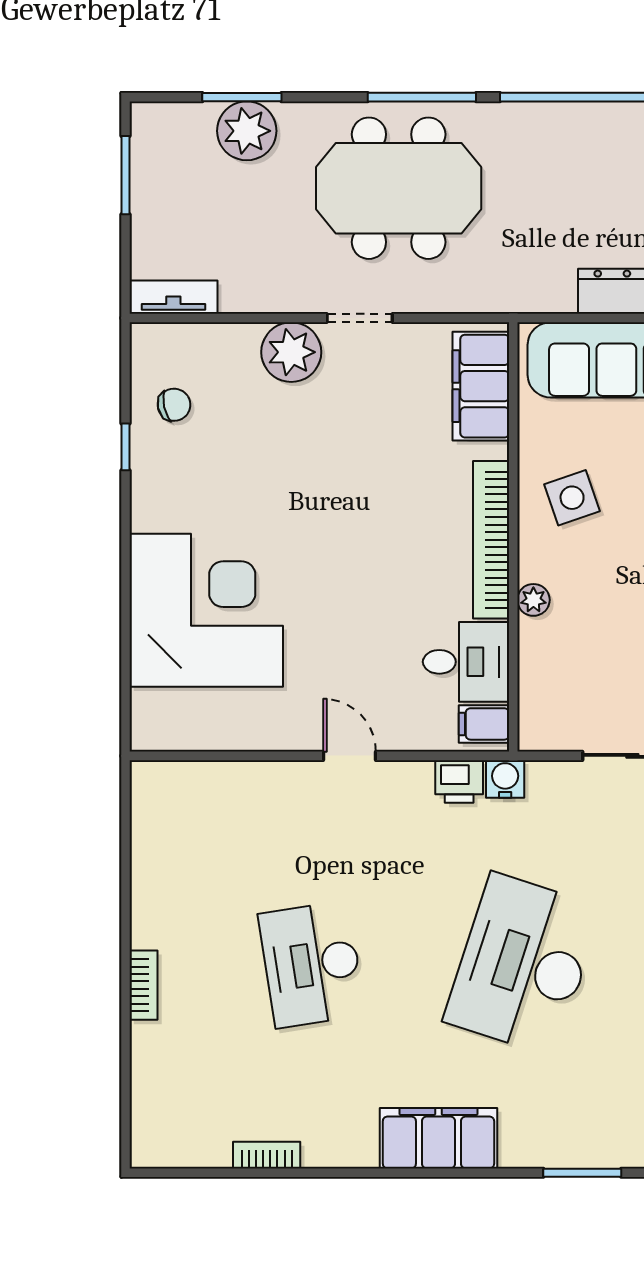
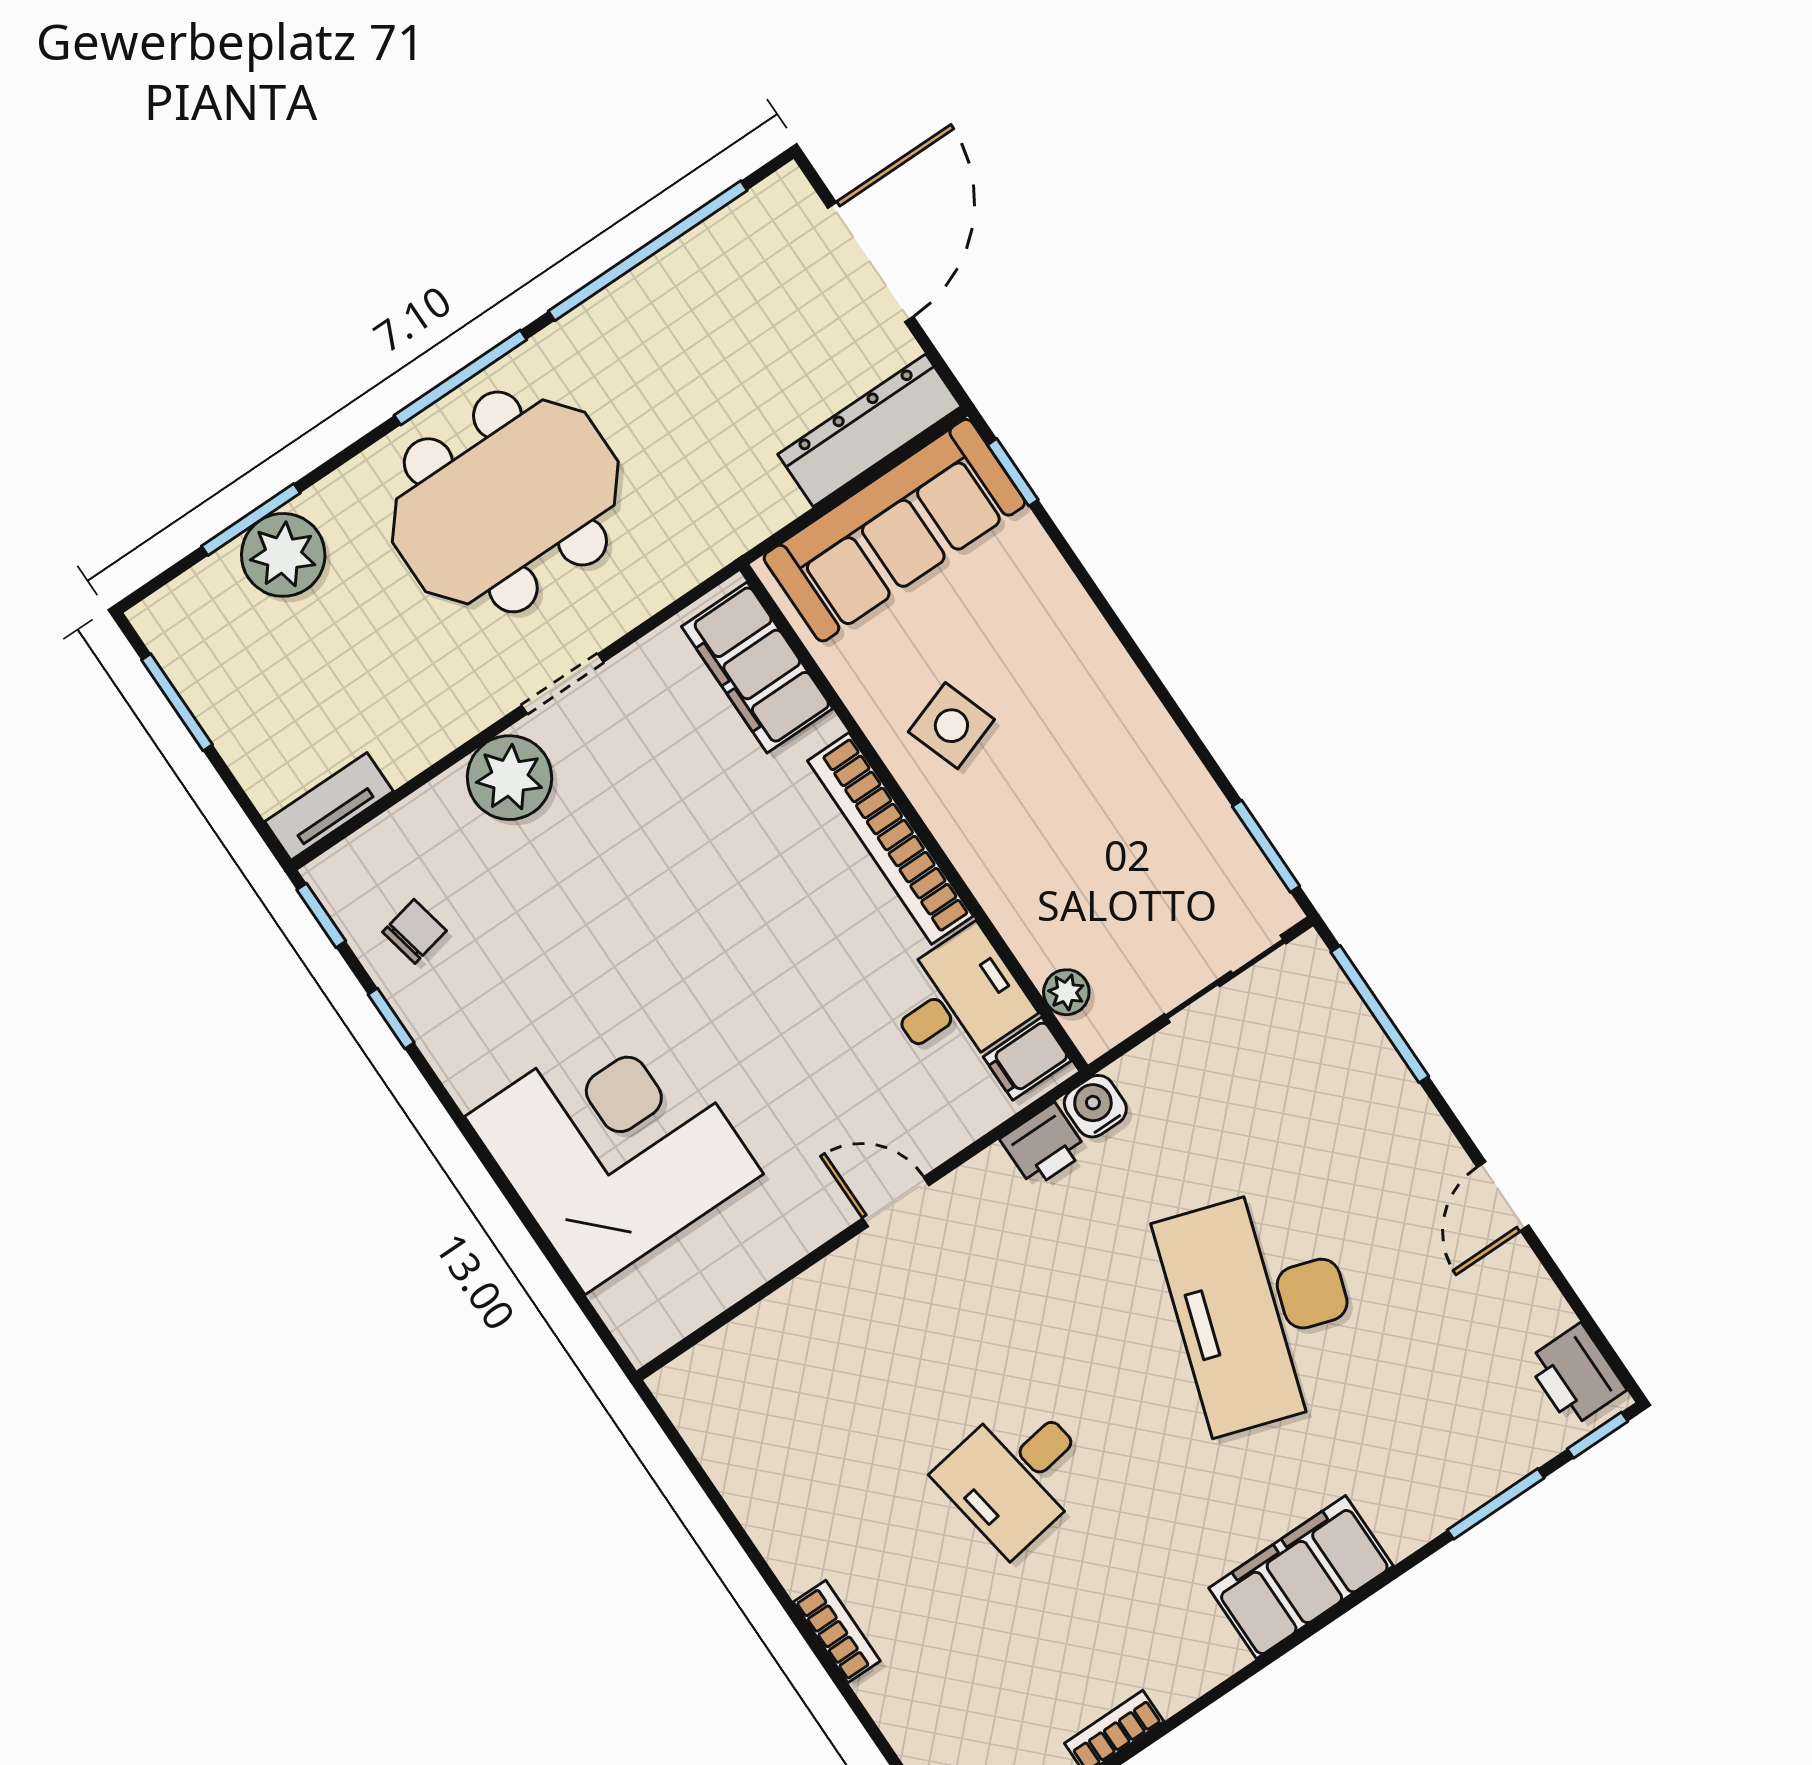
window: (125, 358) -> (321, 915), added
plant: (533, 600) -> (1066, 992), moved
desk: (312, 964) -> (1016, 1474), width x0.73

